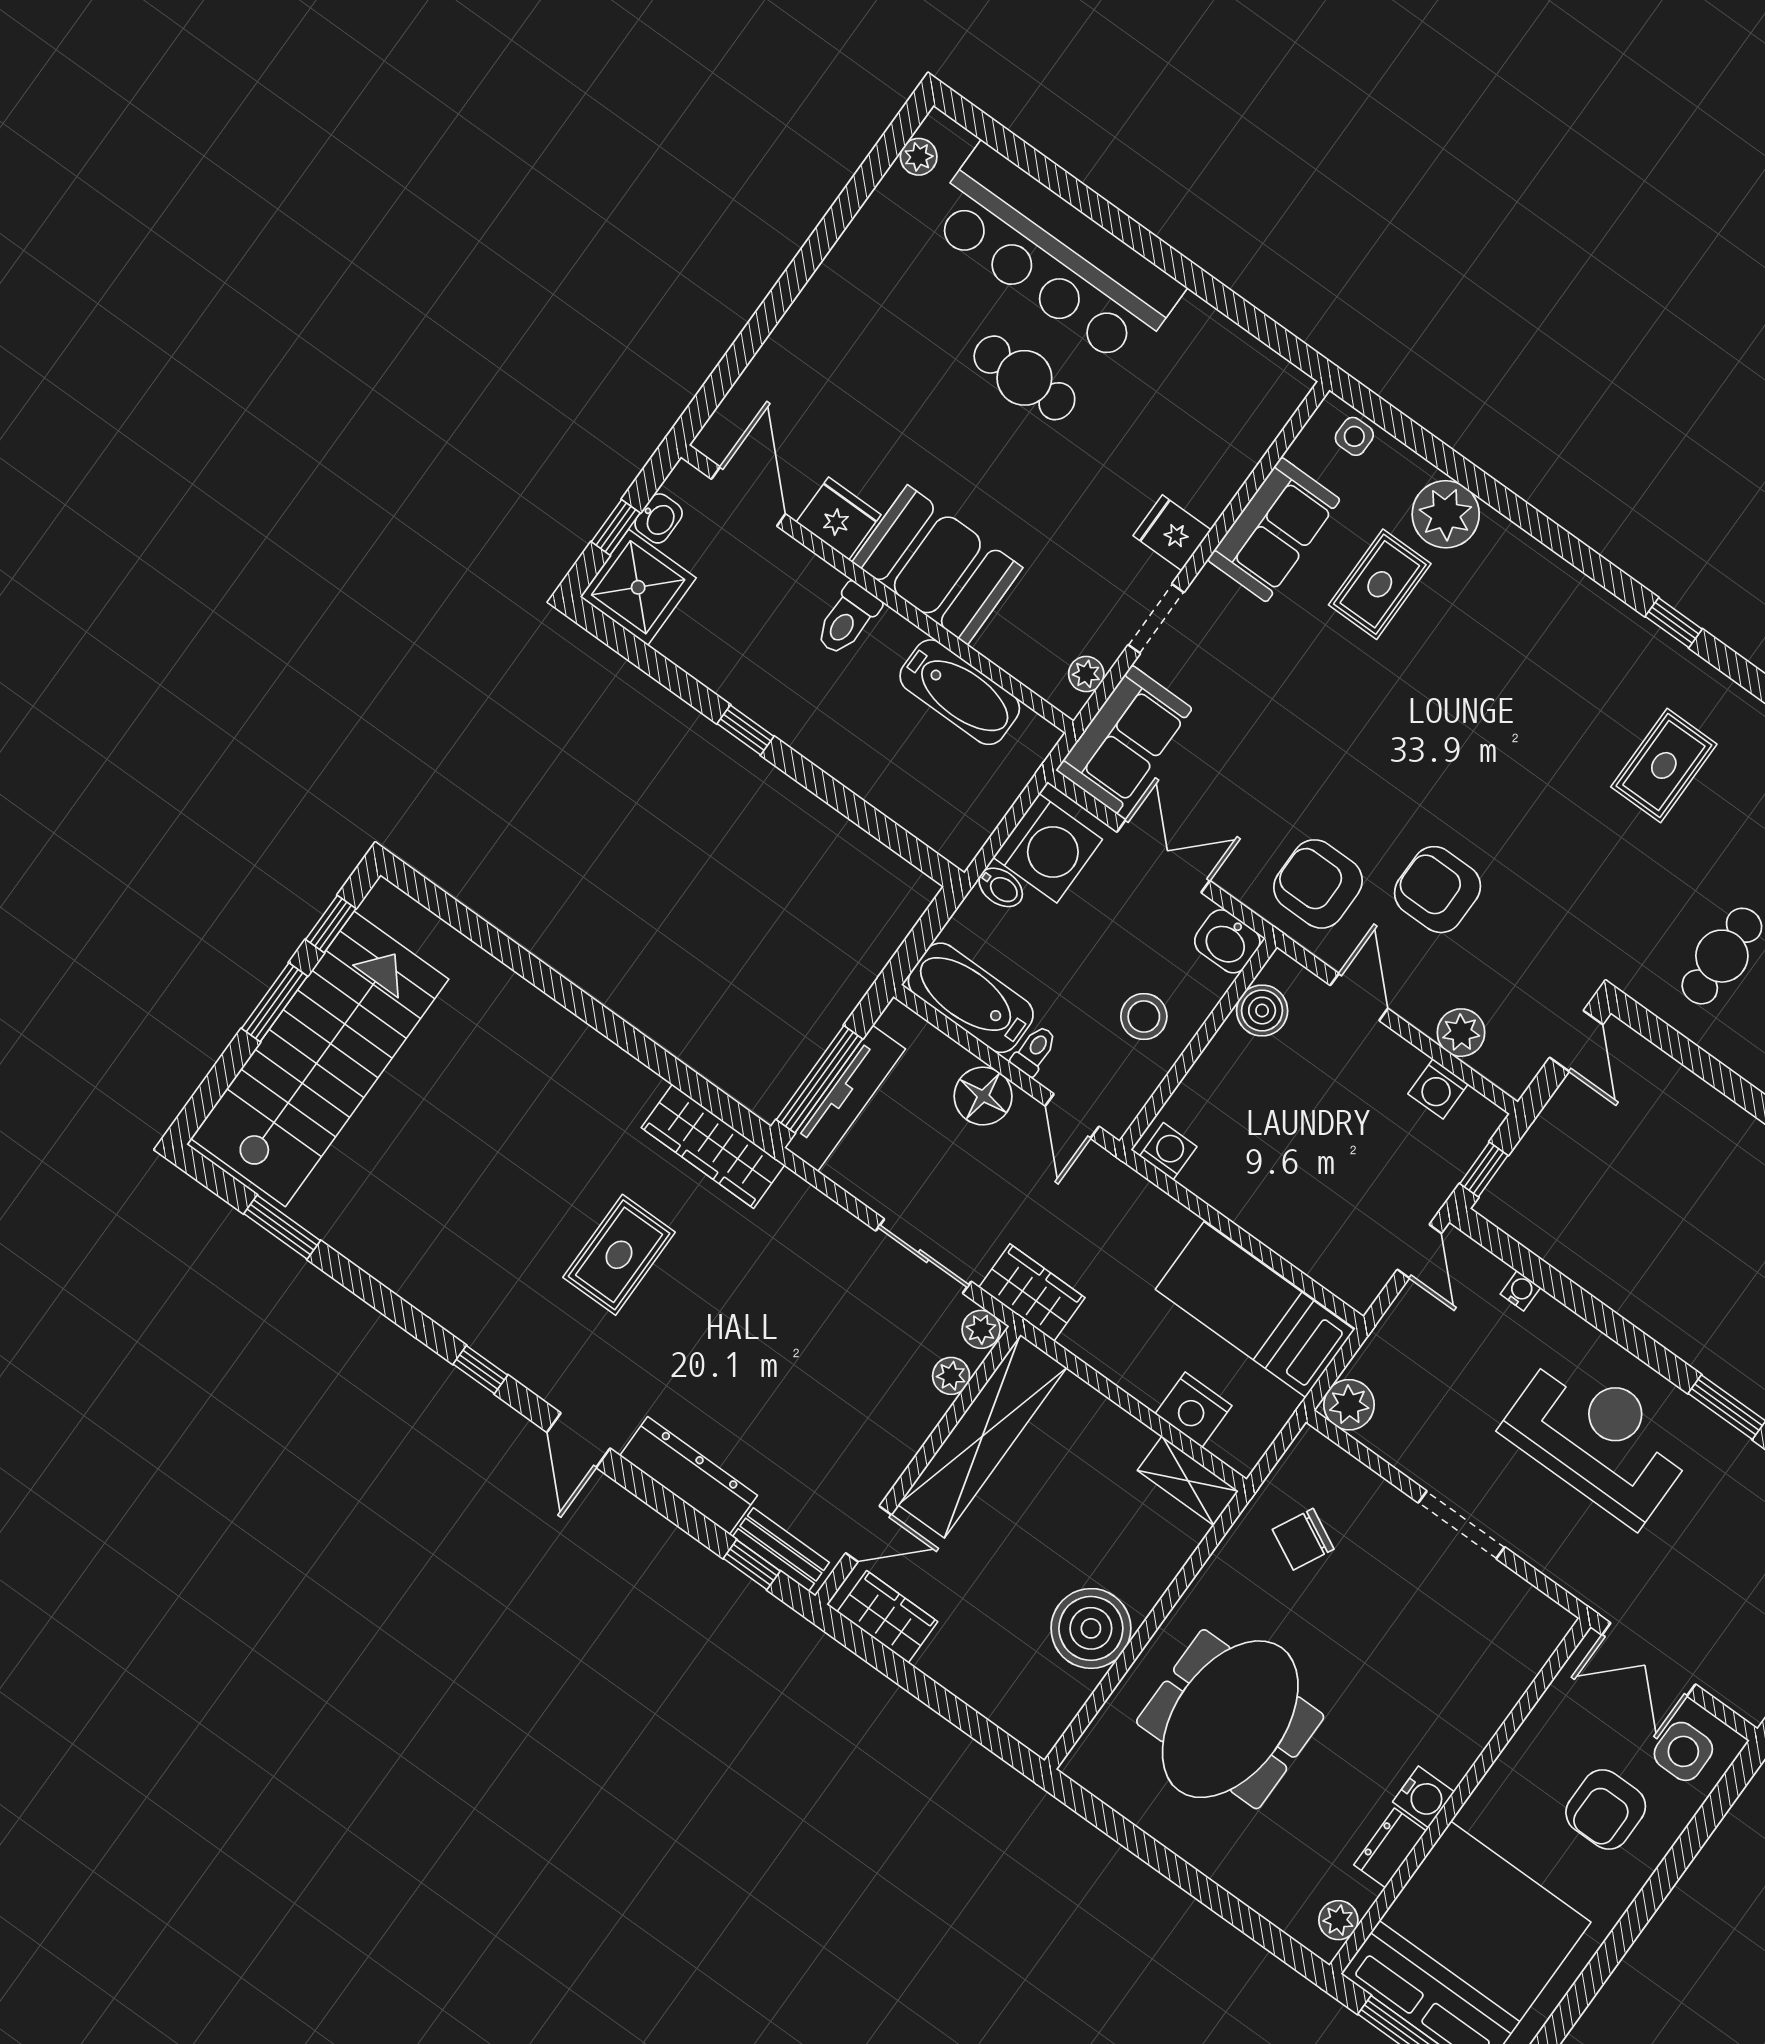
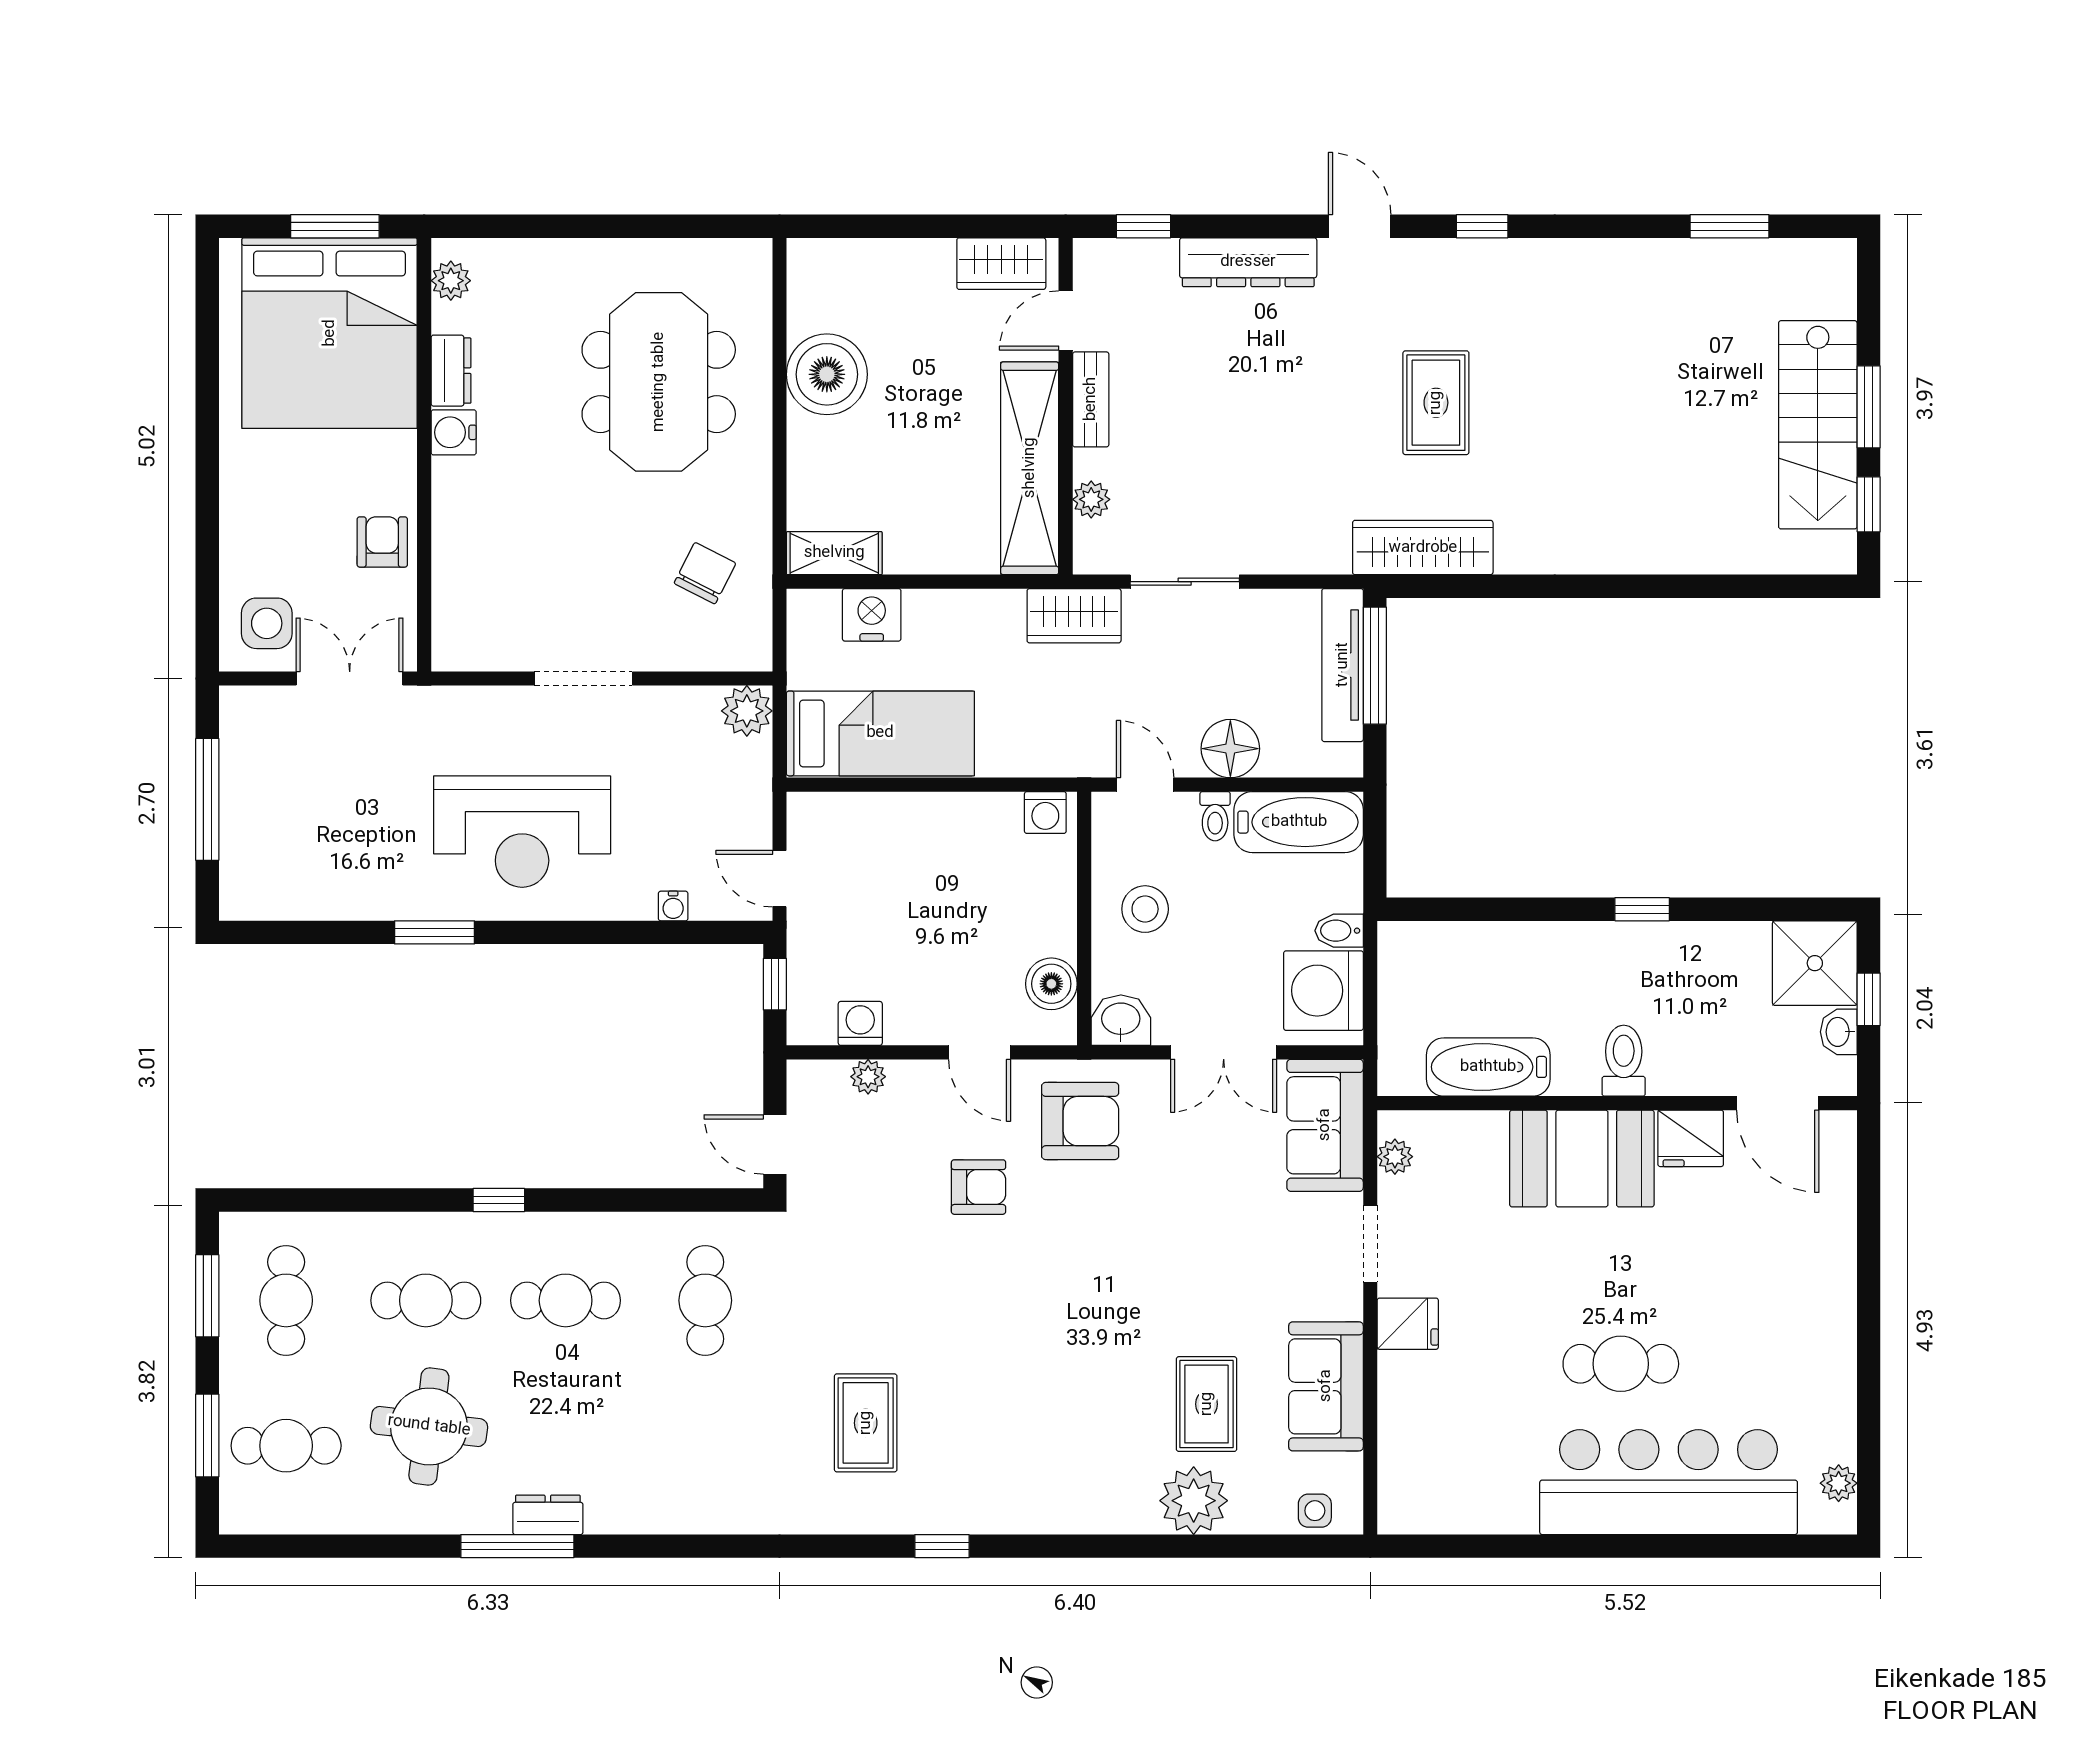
armchair: (1438, 890) -> (979, 1187), width x0.72, depth x0.72
plant: (1461, 1033) -> (868, 1077), width x0.73, depth x0.73
stairs: (320, 1059) -> (1818, 425), width x0.73, depth x0.66
plant: (981, 1329) -> (1094, 555), removed
bench: (781, 1550) -> (1091, 399), moved, turned 90
armchair: (1606, 1810) -> (382, 542), moved, width x0.72, depth x0.72

